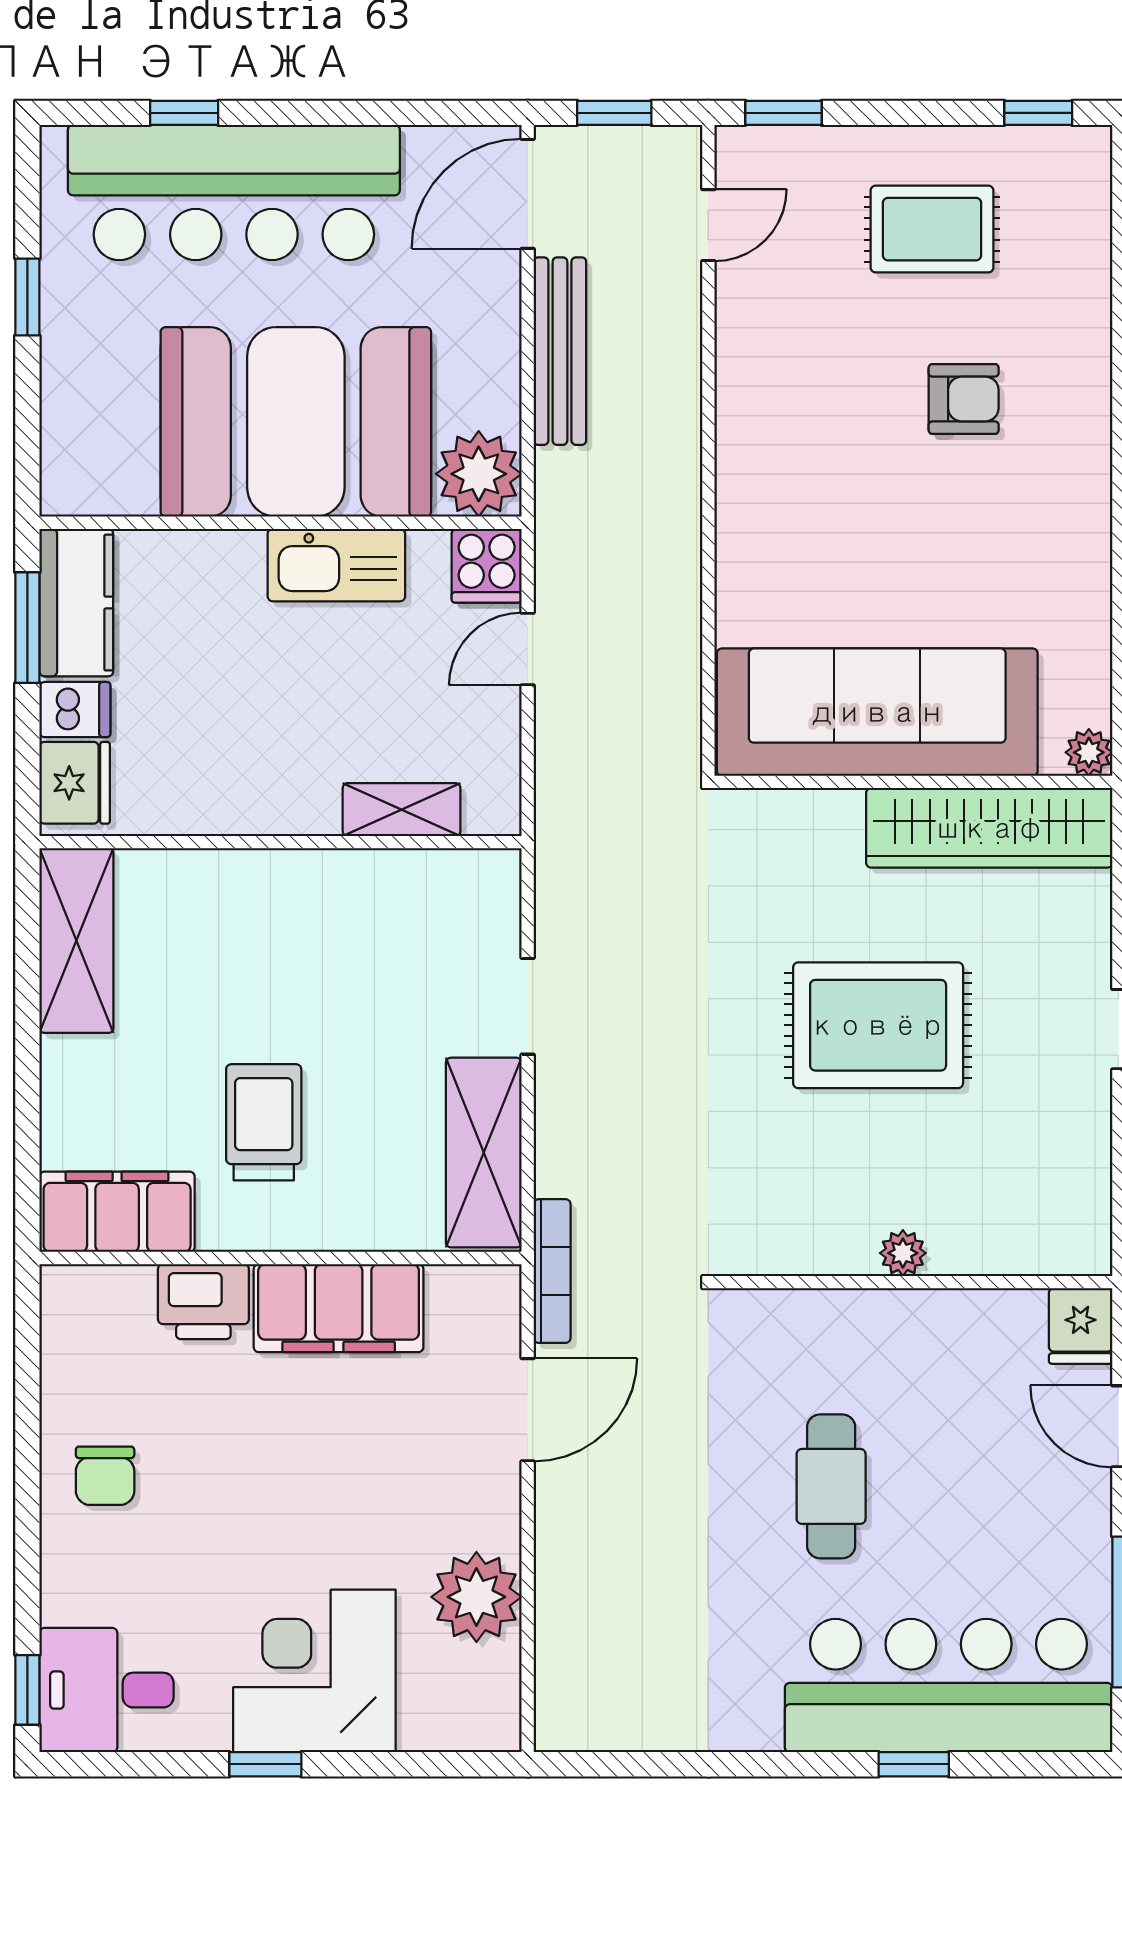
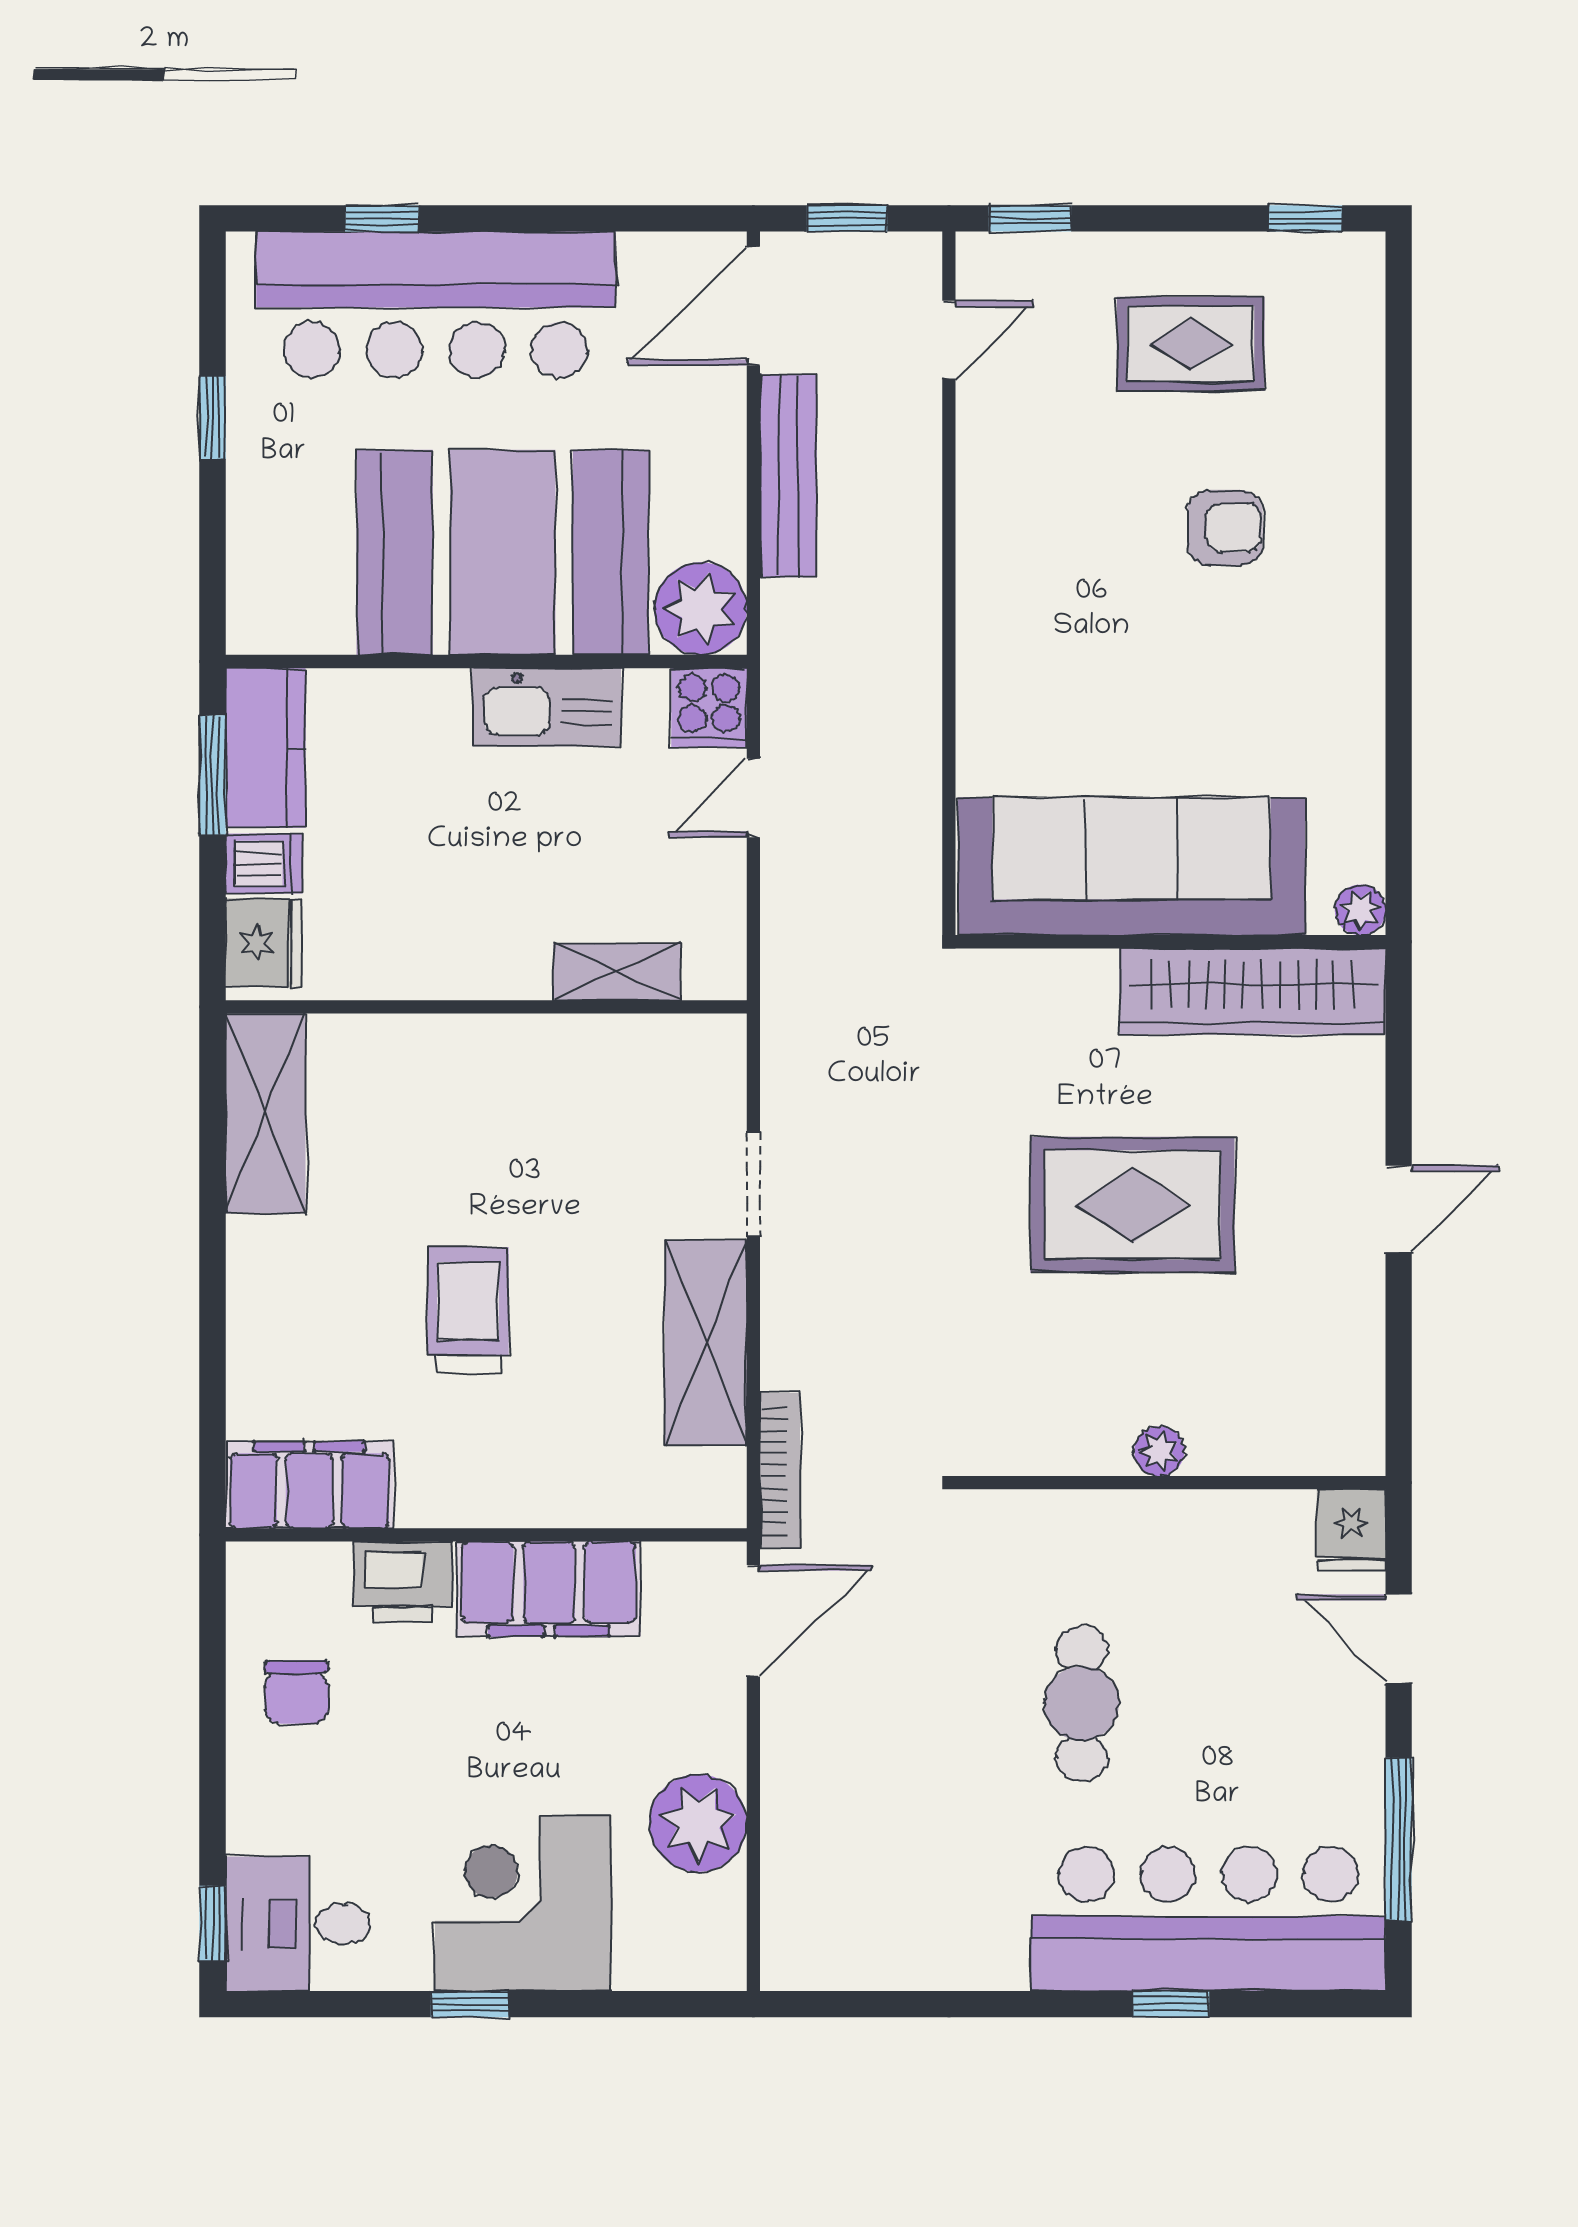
filing cabinet: (117, 1212) -> (309, 1485), moved
wall: (281, 1258) -> (486, 1535), moved
printer: (203, 1302) -> (403, 1582), moved
filing cabinet: (339, 1308) -> (549, 1589), moved

